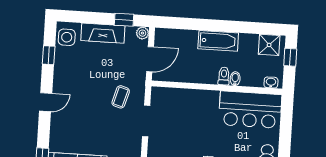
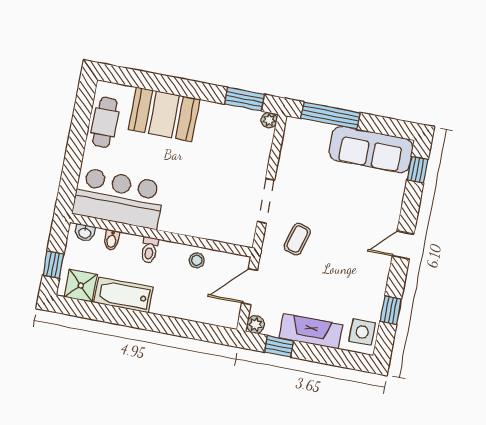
bathtub: (218, 41) -> (123, 295), moved
stool: (190, 73) -> (197, 260), added
bidet: (235, 79) -> (112, 240), moved

